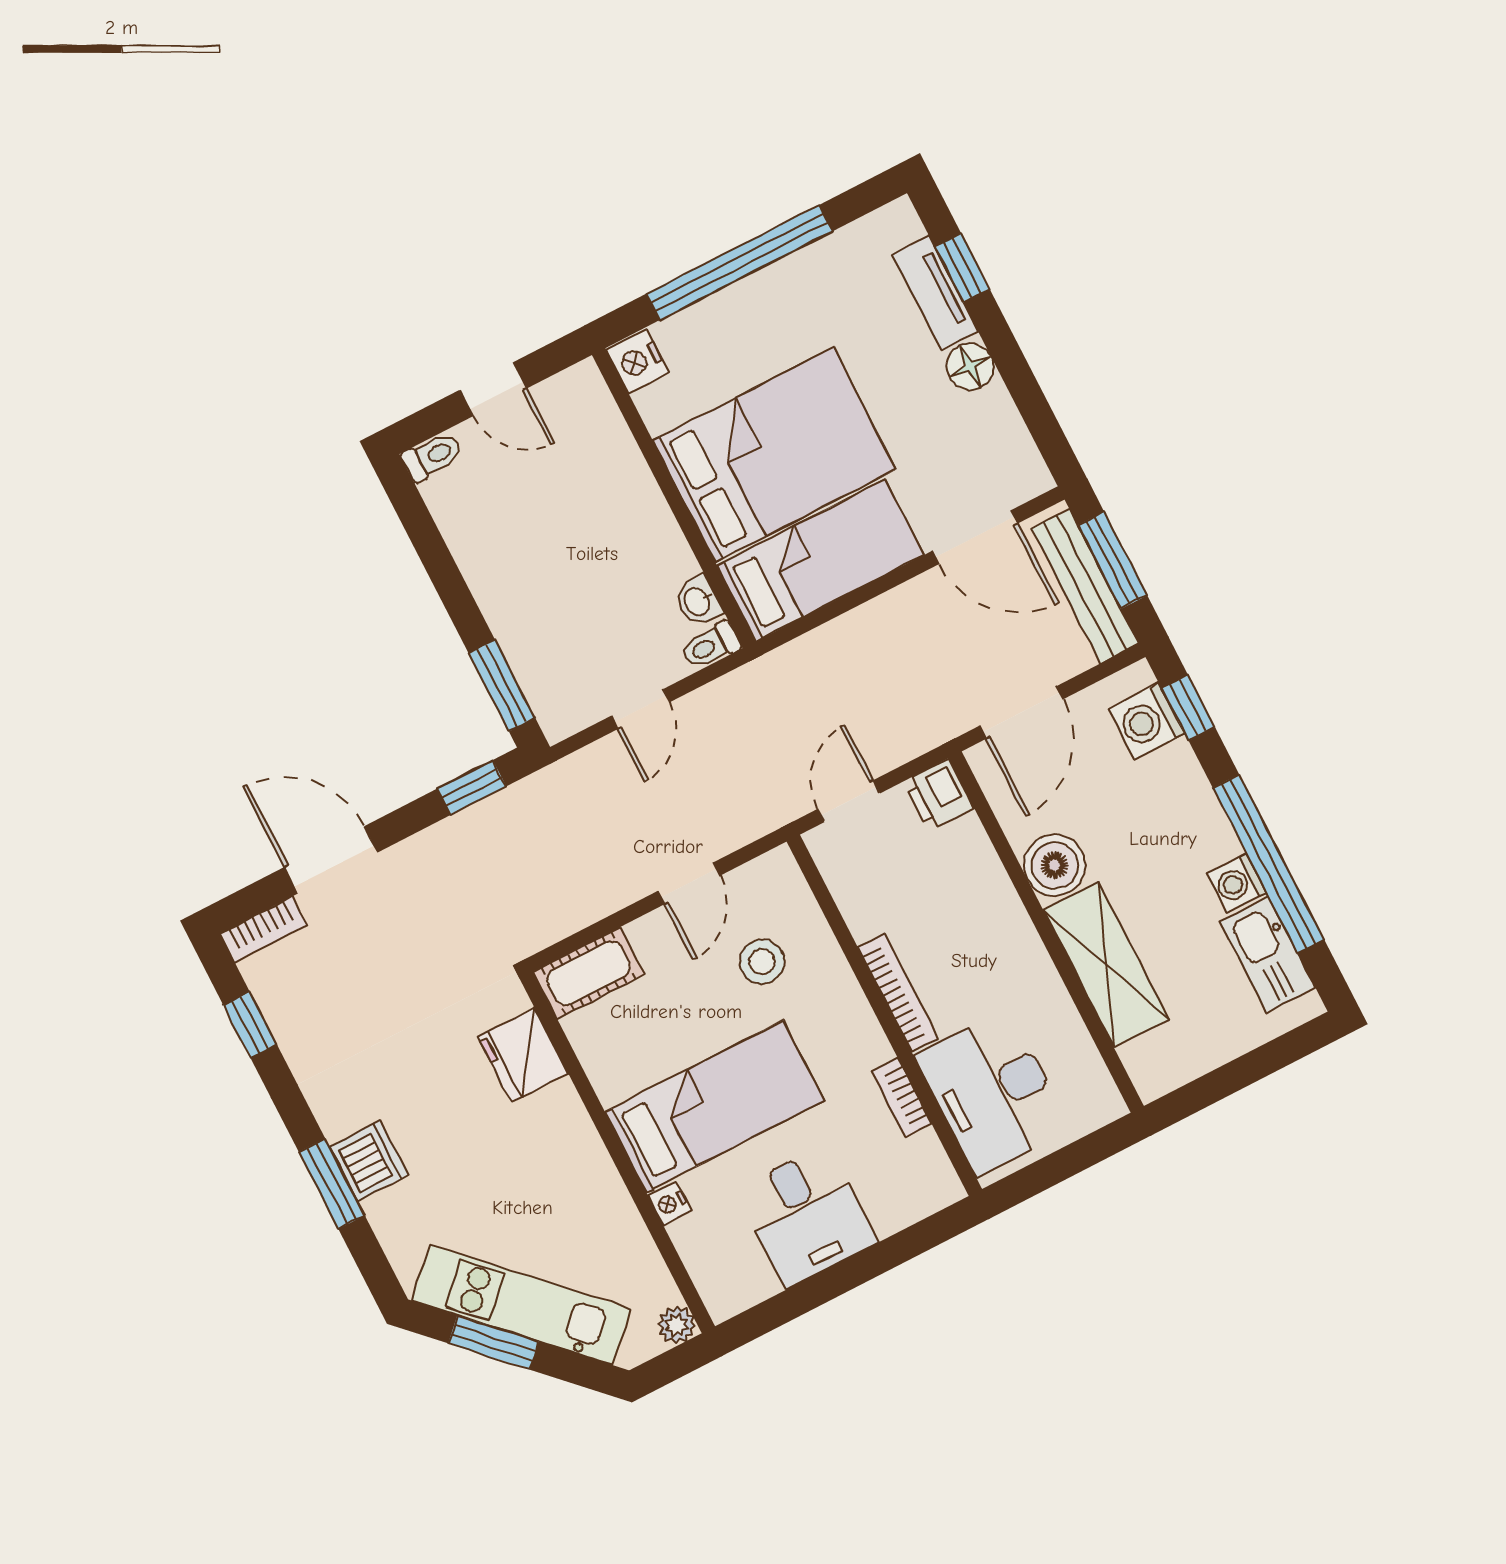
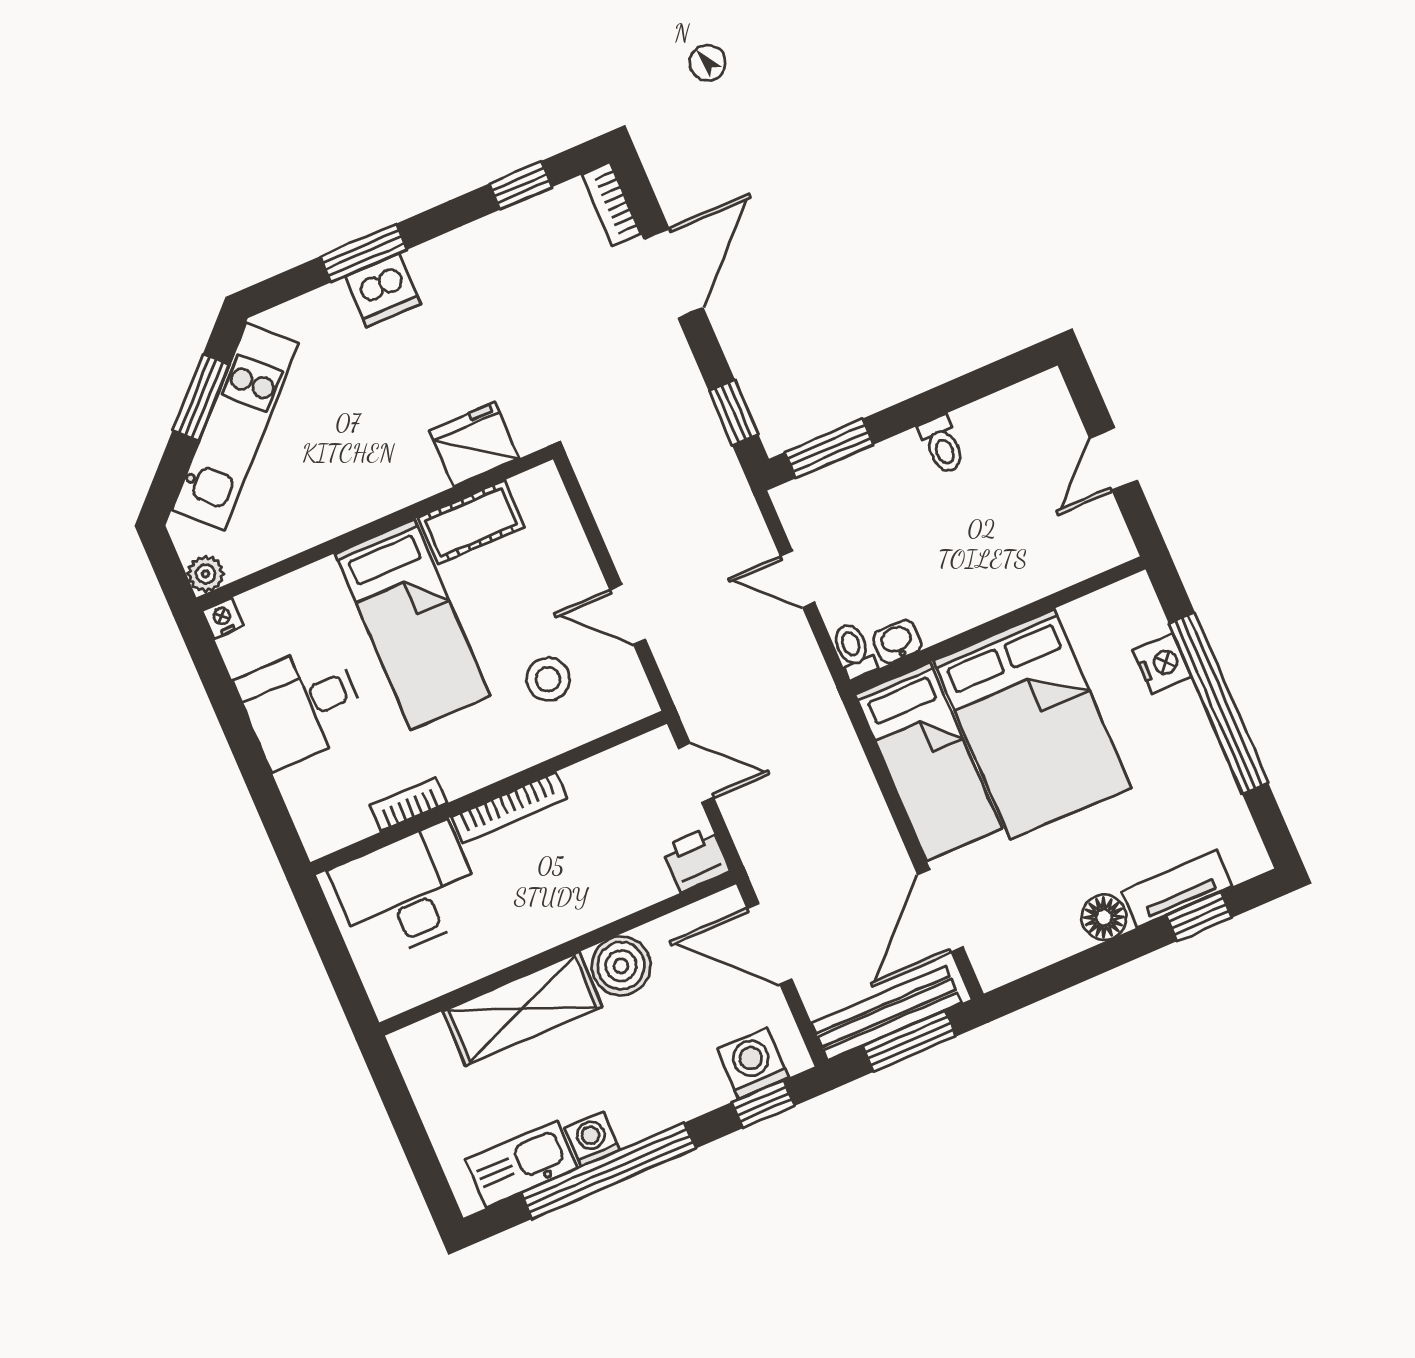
nightstand: (637, 361) -> (1162, 664), moved, turned 90
toilet: (432, 456) -> (942, 445), moved
cot: (589, 973) -> (471, 522), moved, turned 90
nightstand: (670, 1203) -> (223, 618), moved

